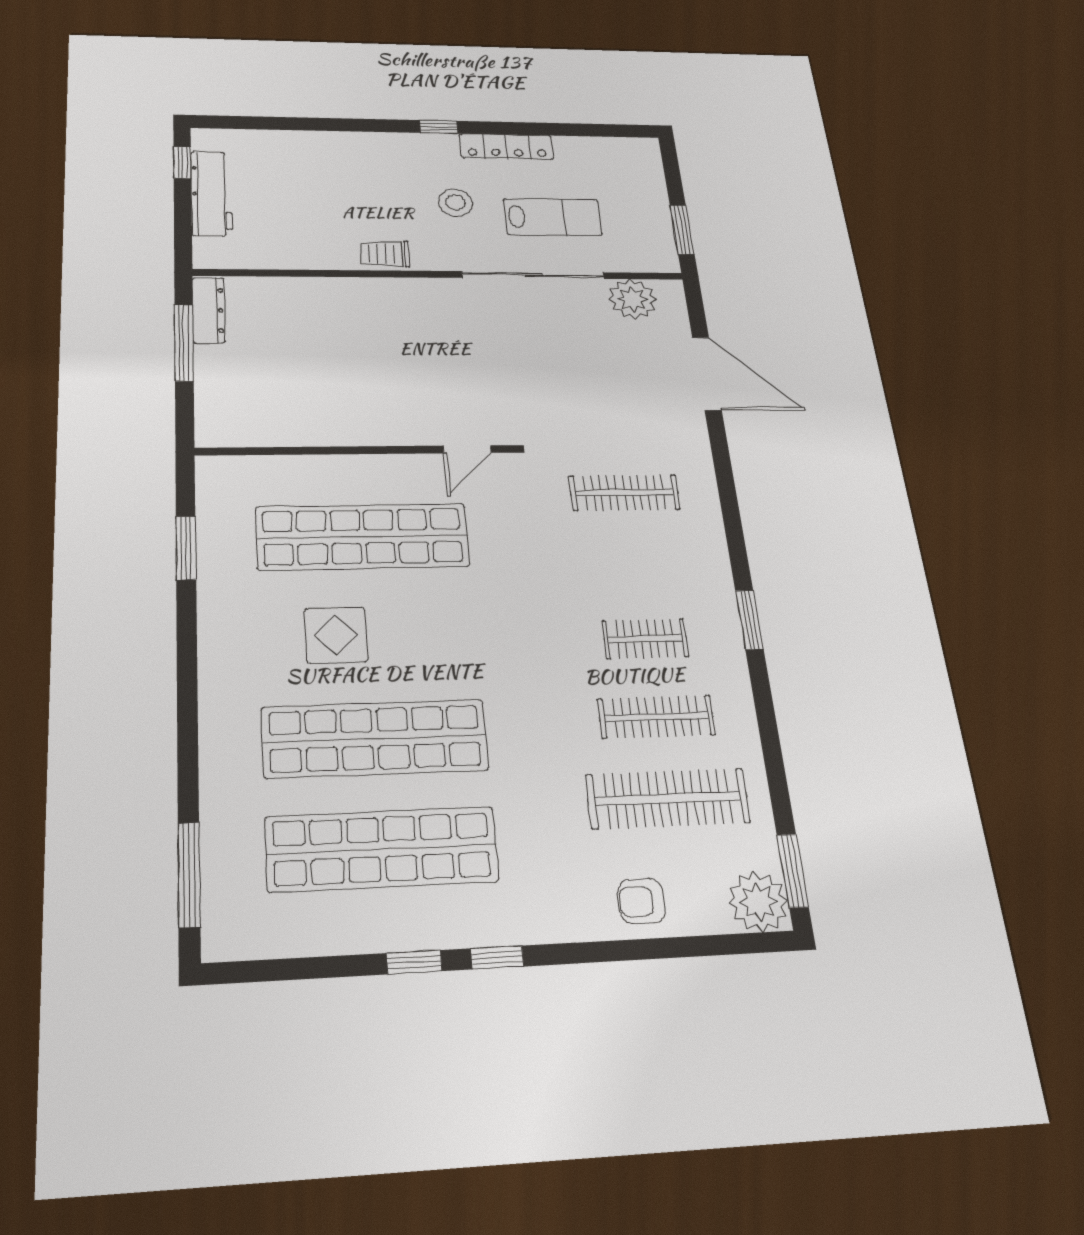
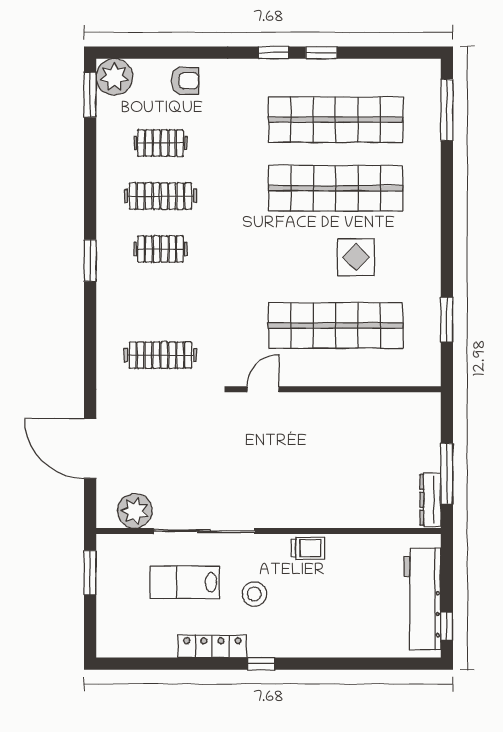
workbench: (211, 194) -> (422, 599), width x1.36, depth x1.32
clothes rail: (668, 799) -> (160, 143), width x0.54, depth x0.76

